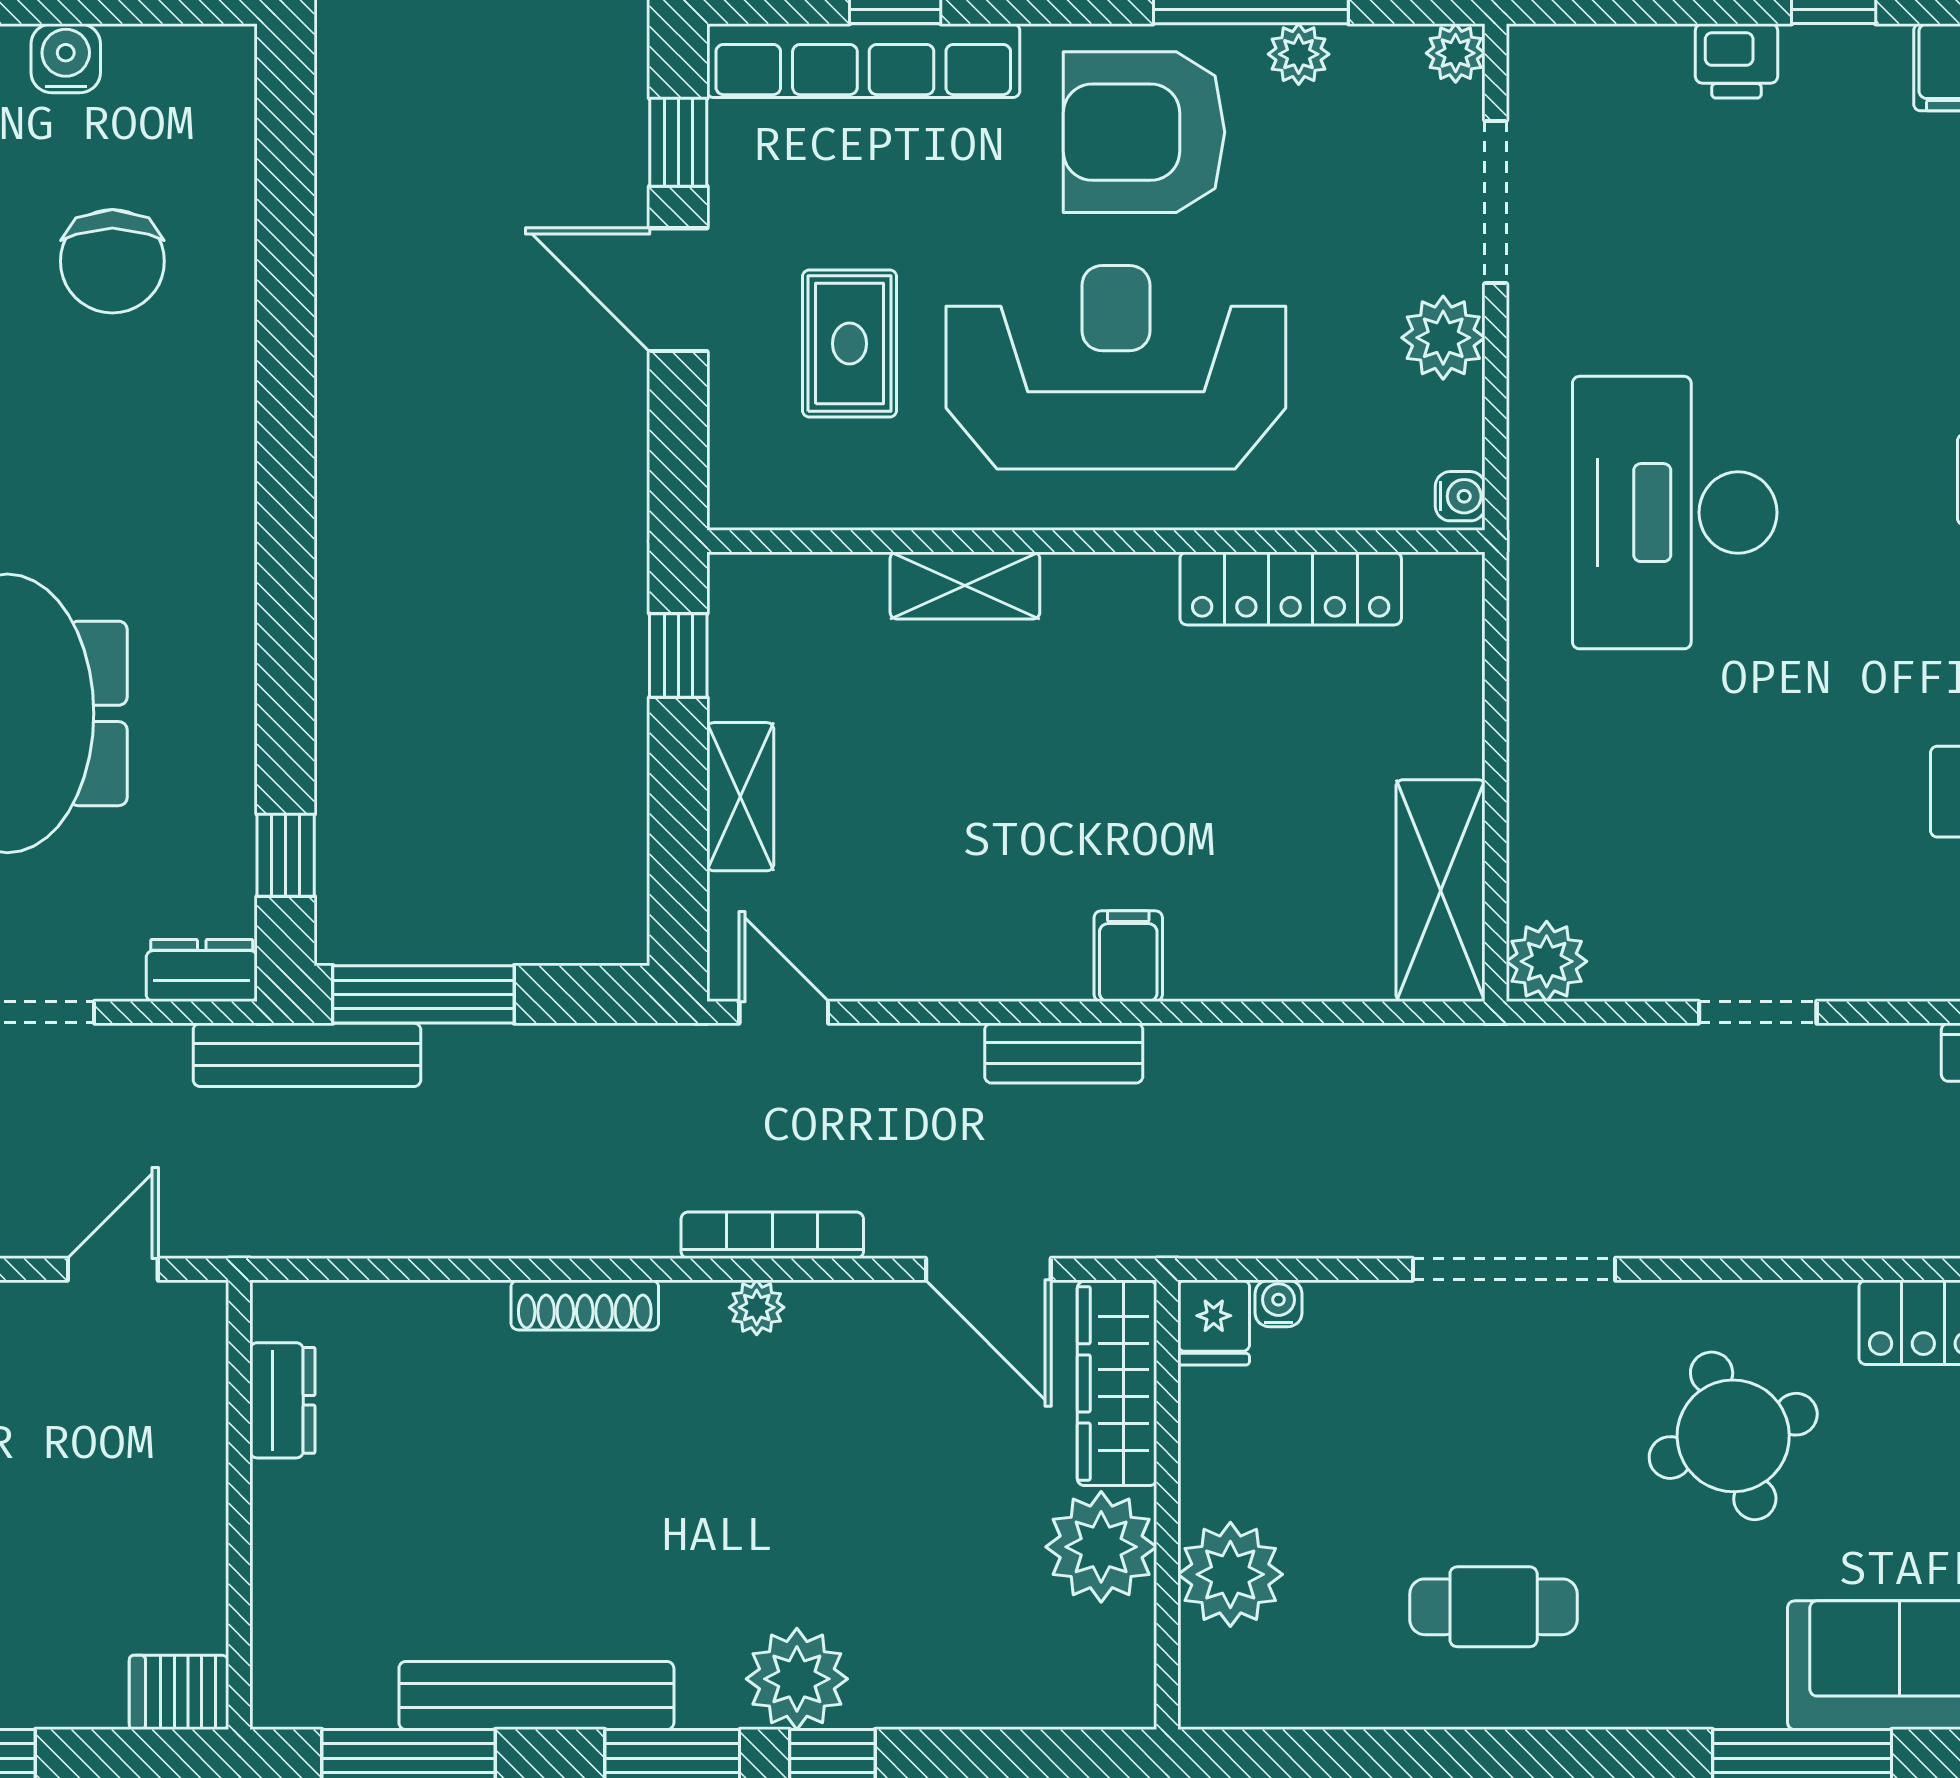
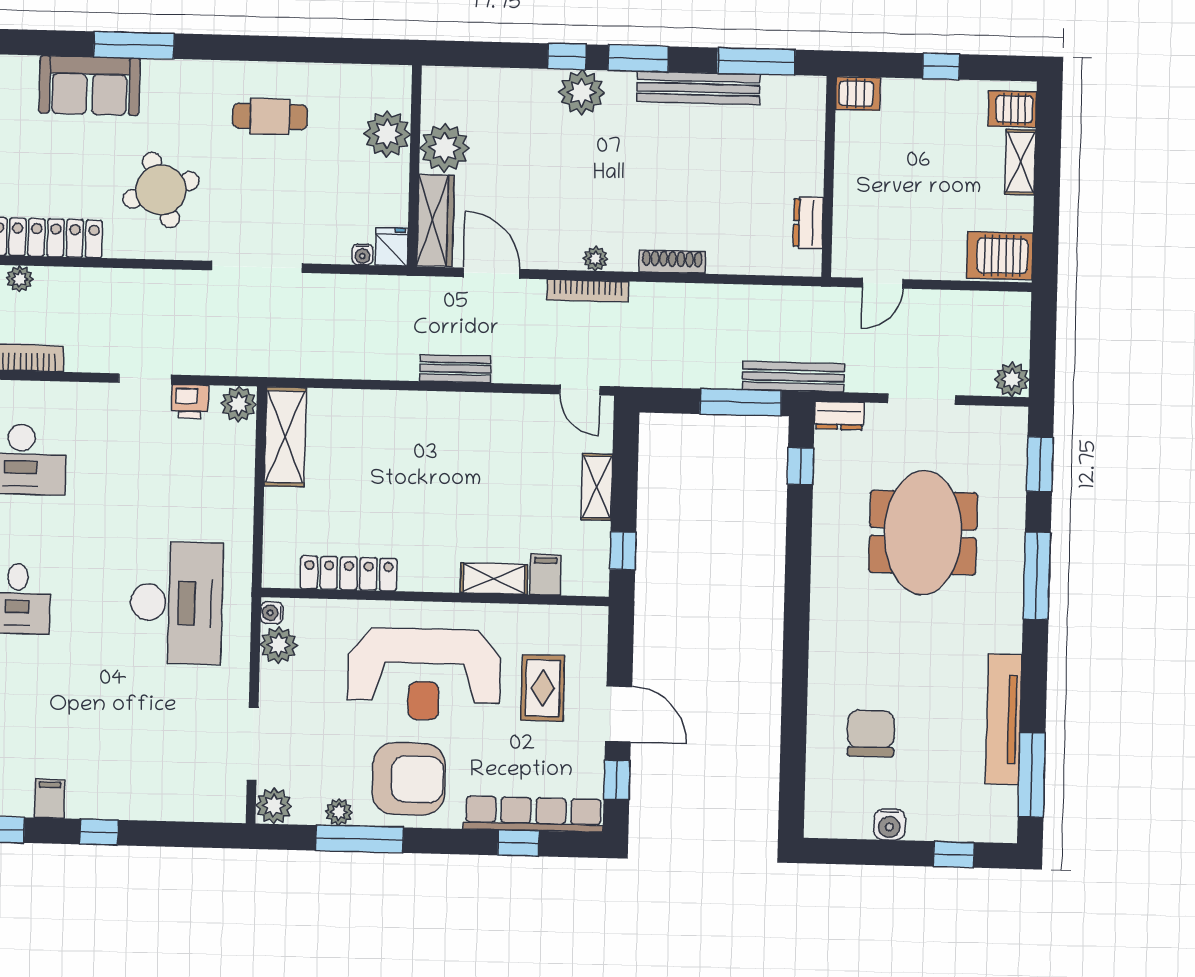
plant: (1456, 53) -> (274, 806), width x1.38, depth x1.38
printer: (1737, 61) -> (190, 401), moved, turned 180
plant: (1443, 338) -> (279, 645), moved
filing cabinet: (1128, 956) -> (545, 575), moved, turned 180

